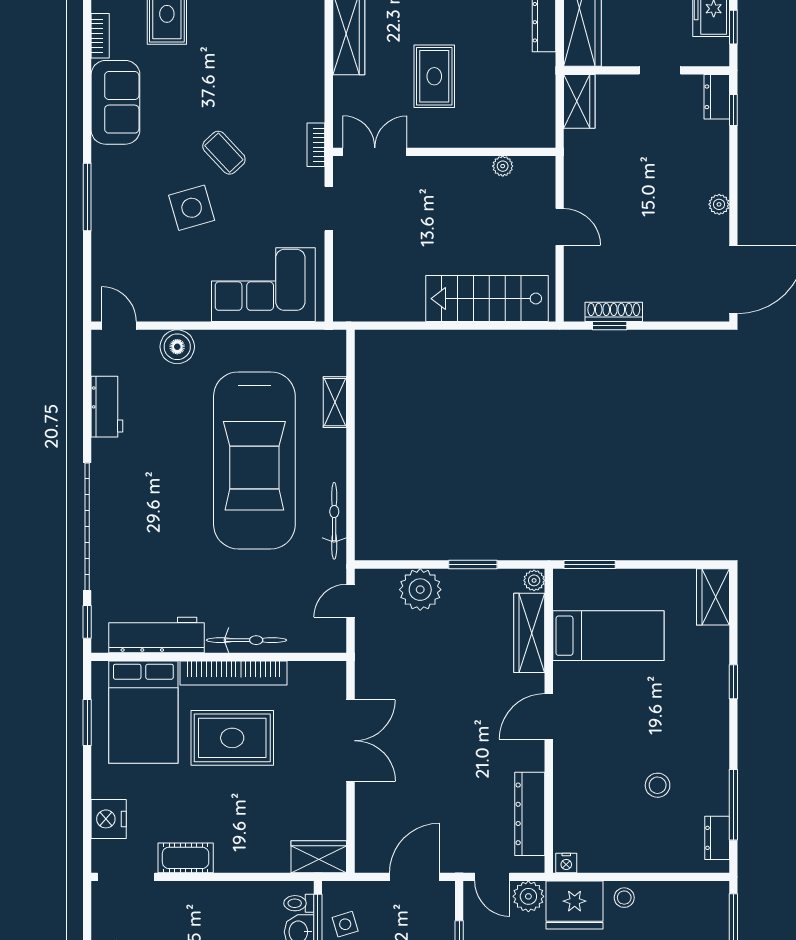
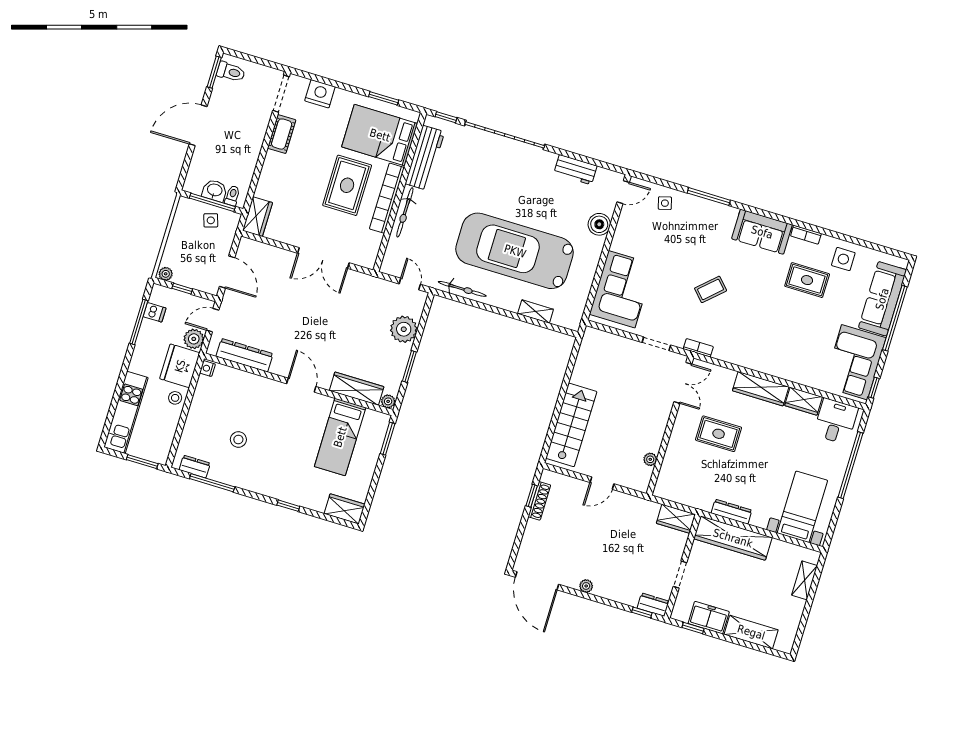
side table: (192, 208) -> (665, 203), moved, width x0.54, depth x0.54

